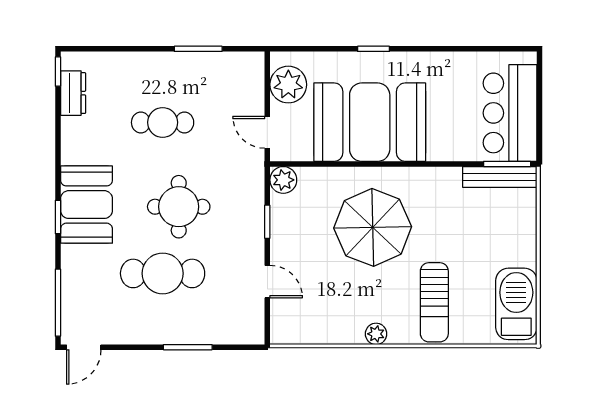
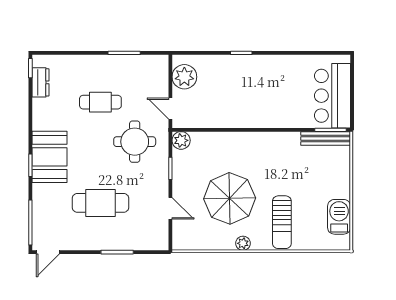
booth: (370, 122) -> (239, 102), removed
round table: (179, 207) -> (135, 142), moved
parasol: (373, 227) -> (230, 198), moved
barbecue: (516, 304) -> (339, 217), width x0.73, depth x0.83

